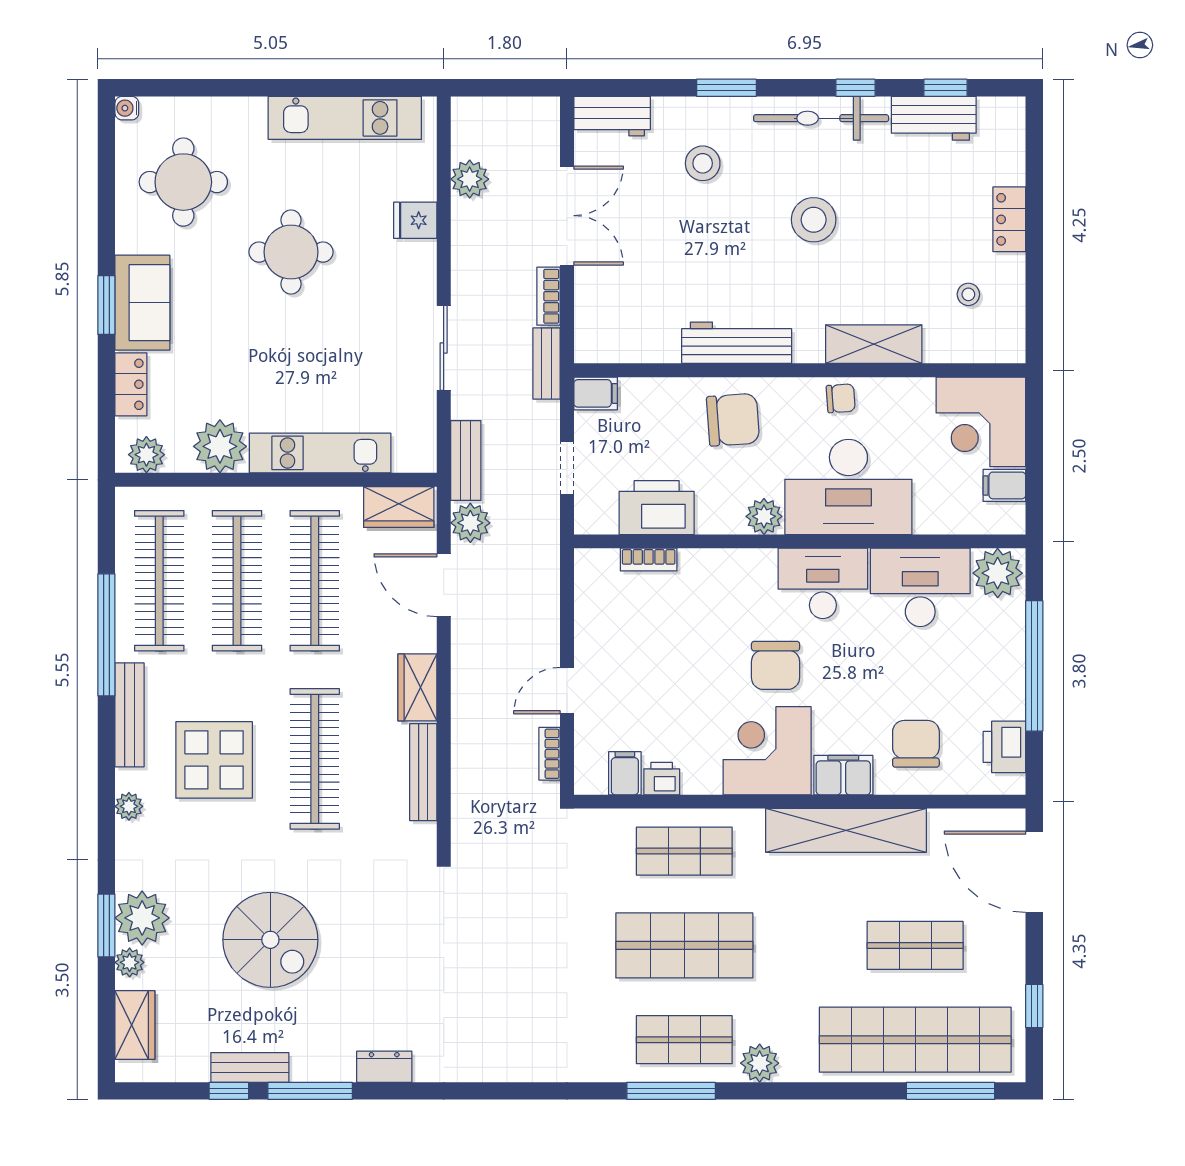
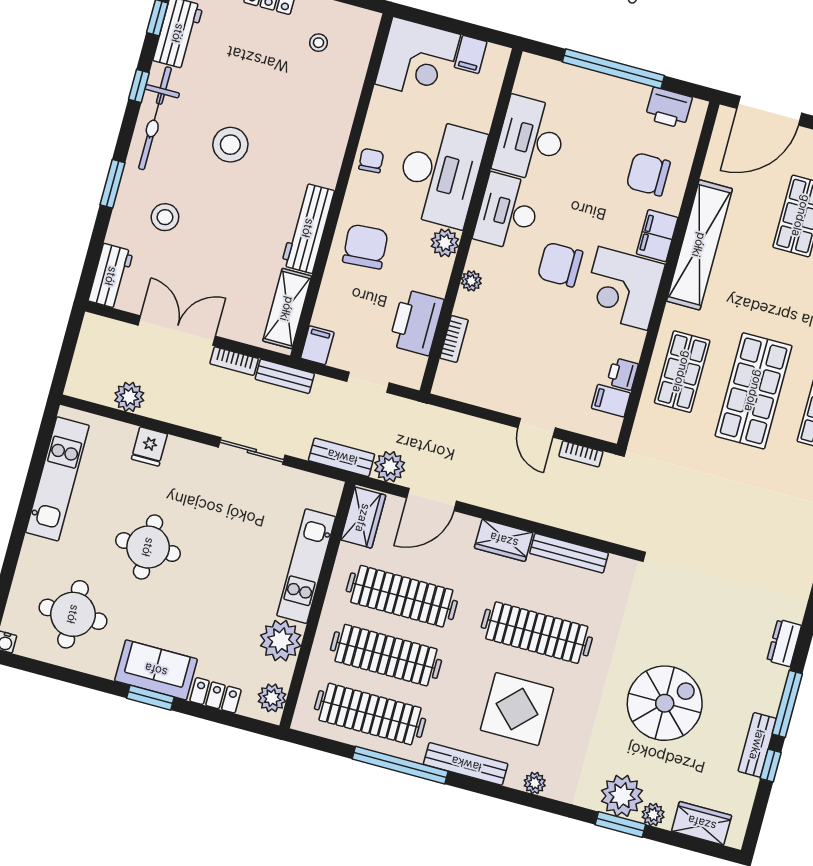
shelving: (874, 344) -> (287, 309), moved
plant: (998, 573) -> (471, 281), moved, width x0.53, depth x0.53
chair: (776, 665) -> (560, 265), turned 180

